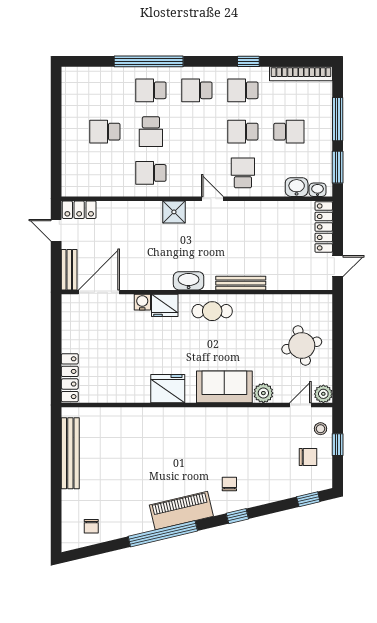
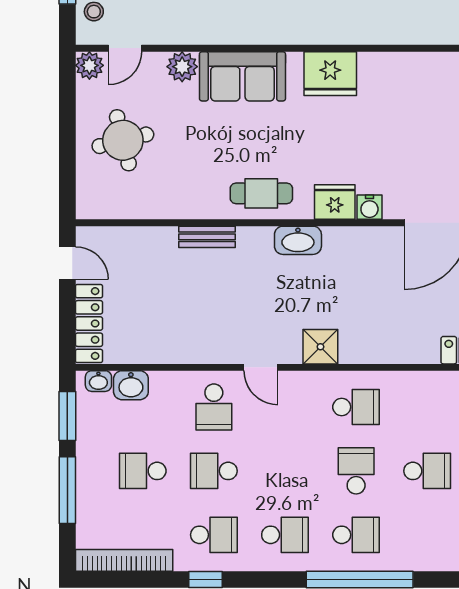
school desk: (243, 132) -> (214, 471), turned 180
door: (338, 266) -> (67, 263), swing flipped
bench: (241, 283) -> (207, 237), width x0.73

